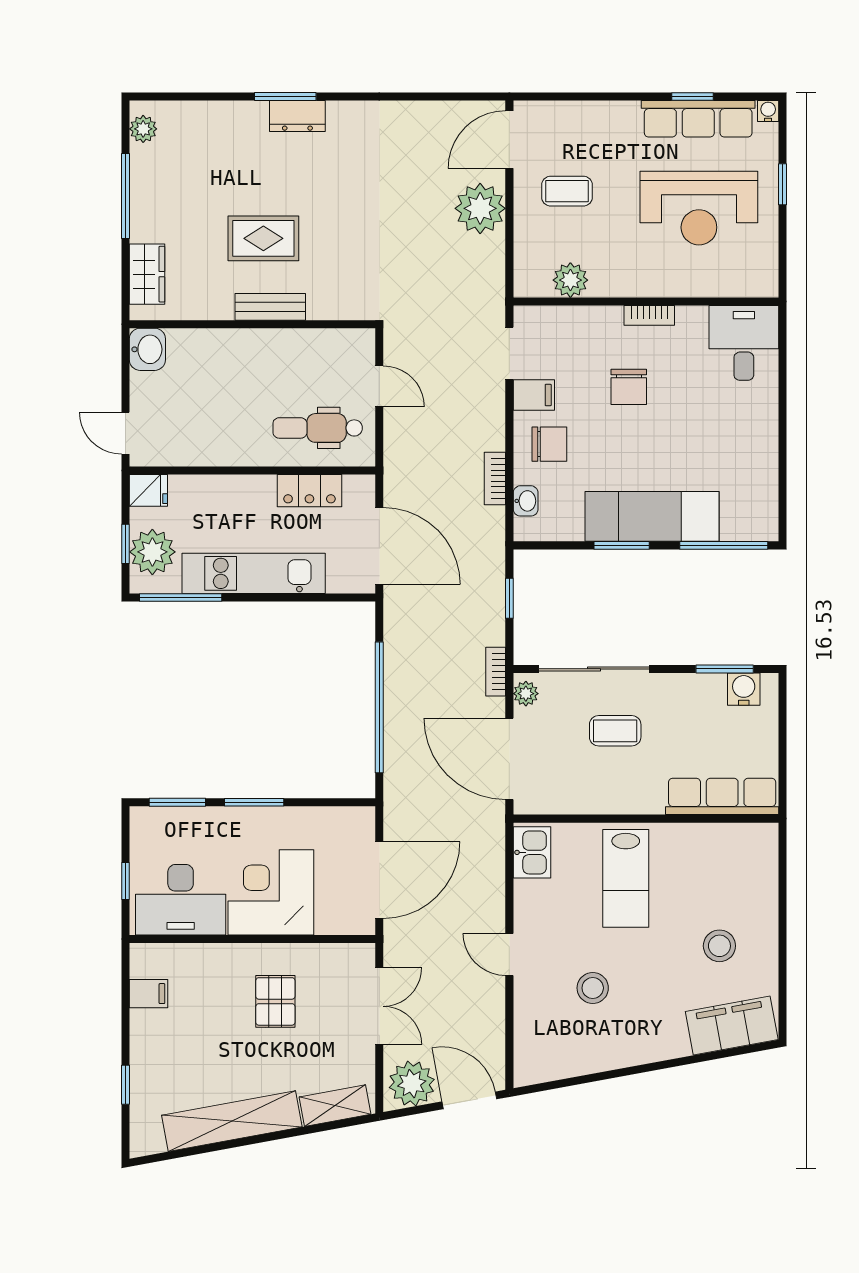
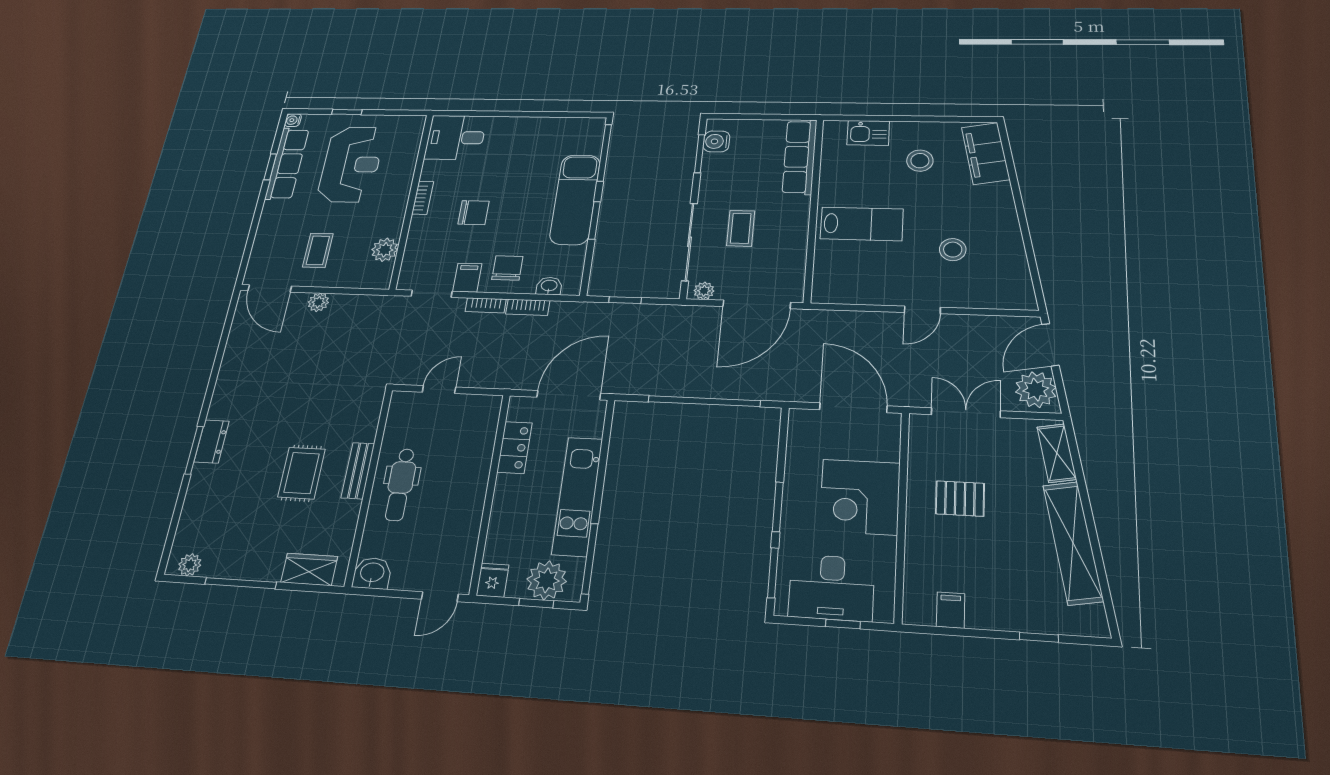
plant: (480, 208) -> (318, 302), width x0.53, depth x0.53
dental chair: (318, 428) -> (401, 484), moved
bookcase: (496, 672) -> (486, 305), moved
kitchen sink: (532, 852) -> (868, 133), moved, turned 180
desk: (181, 900) -> (832, 588), moved, turned 90

